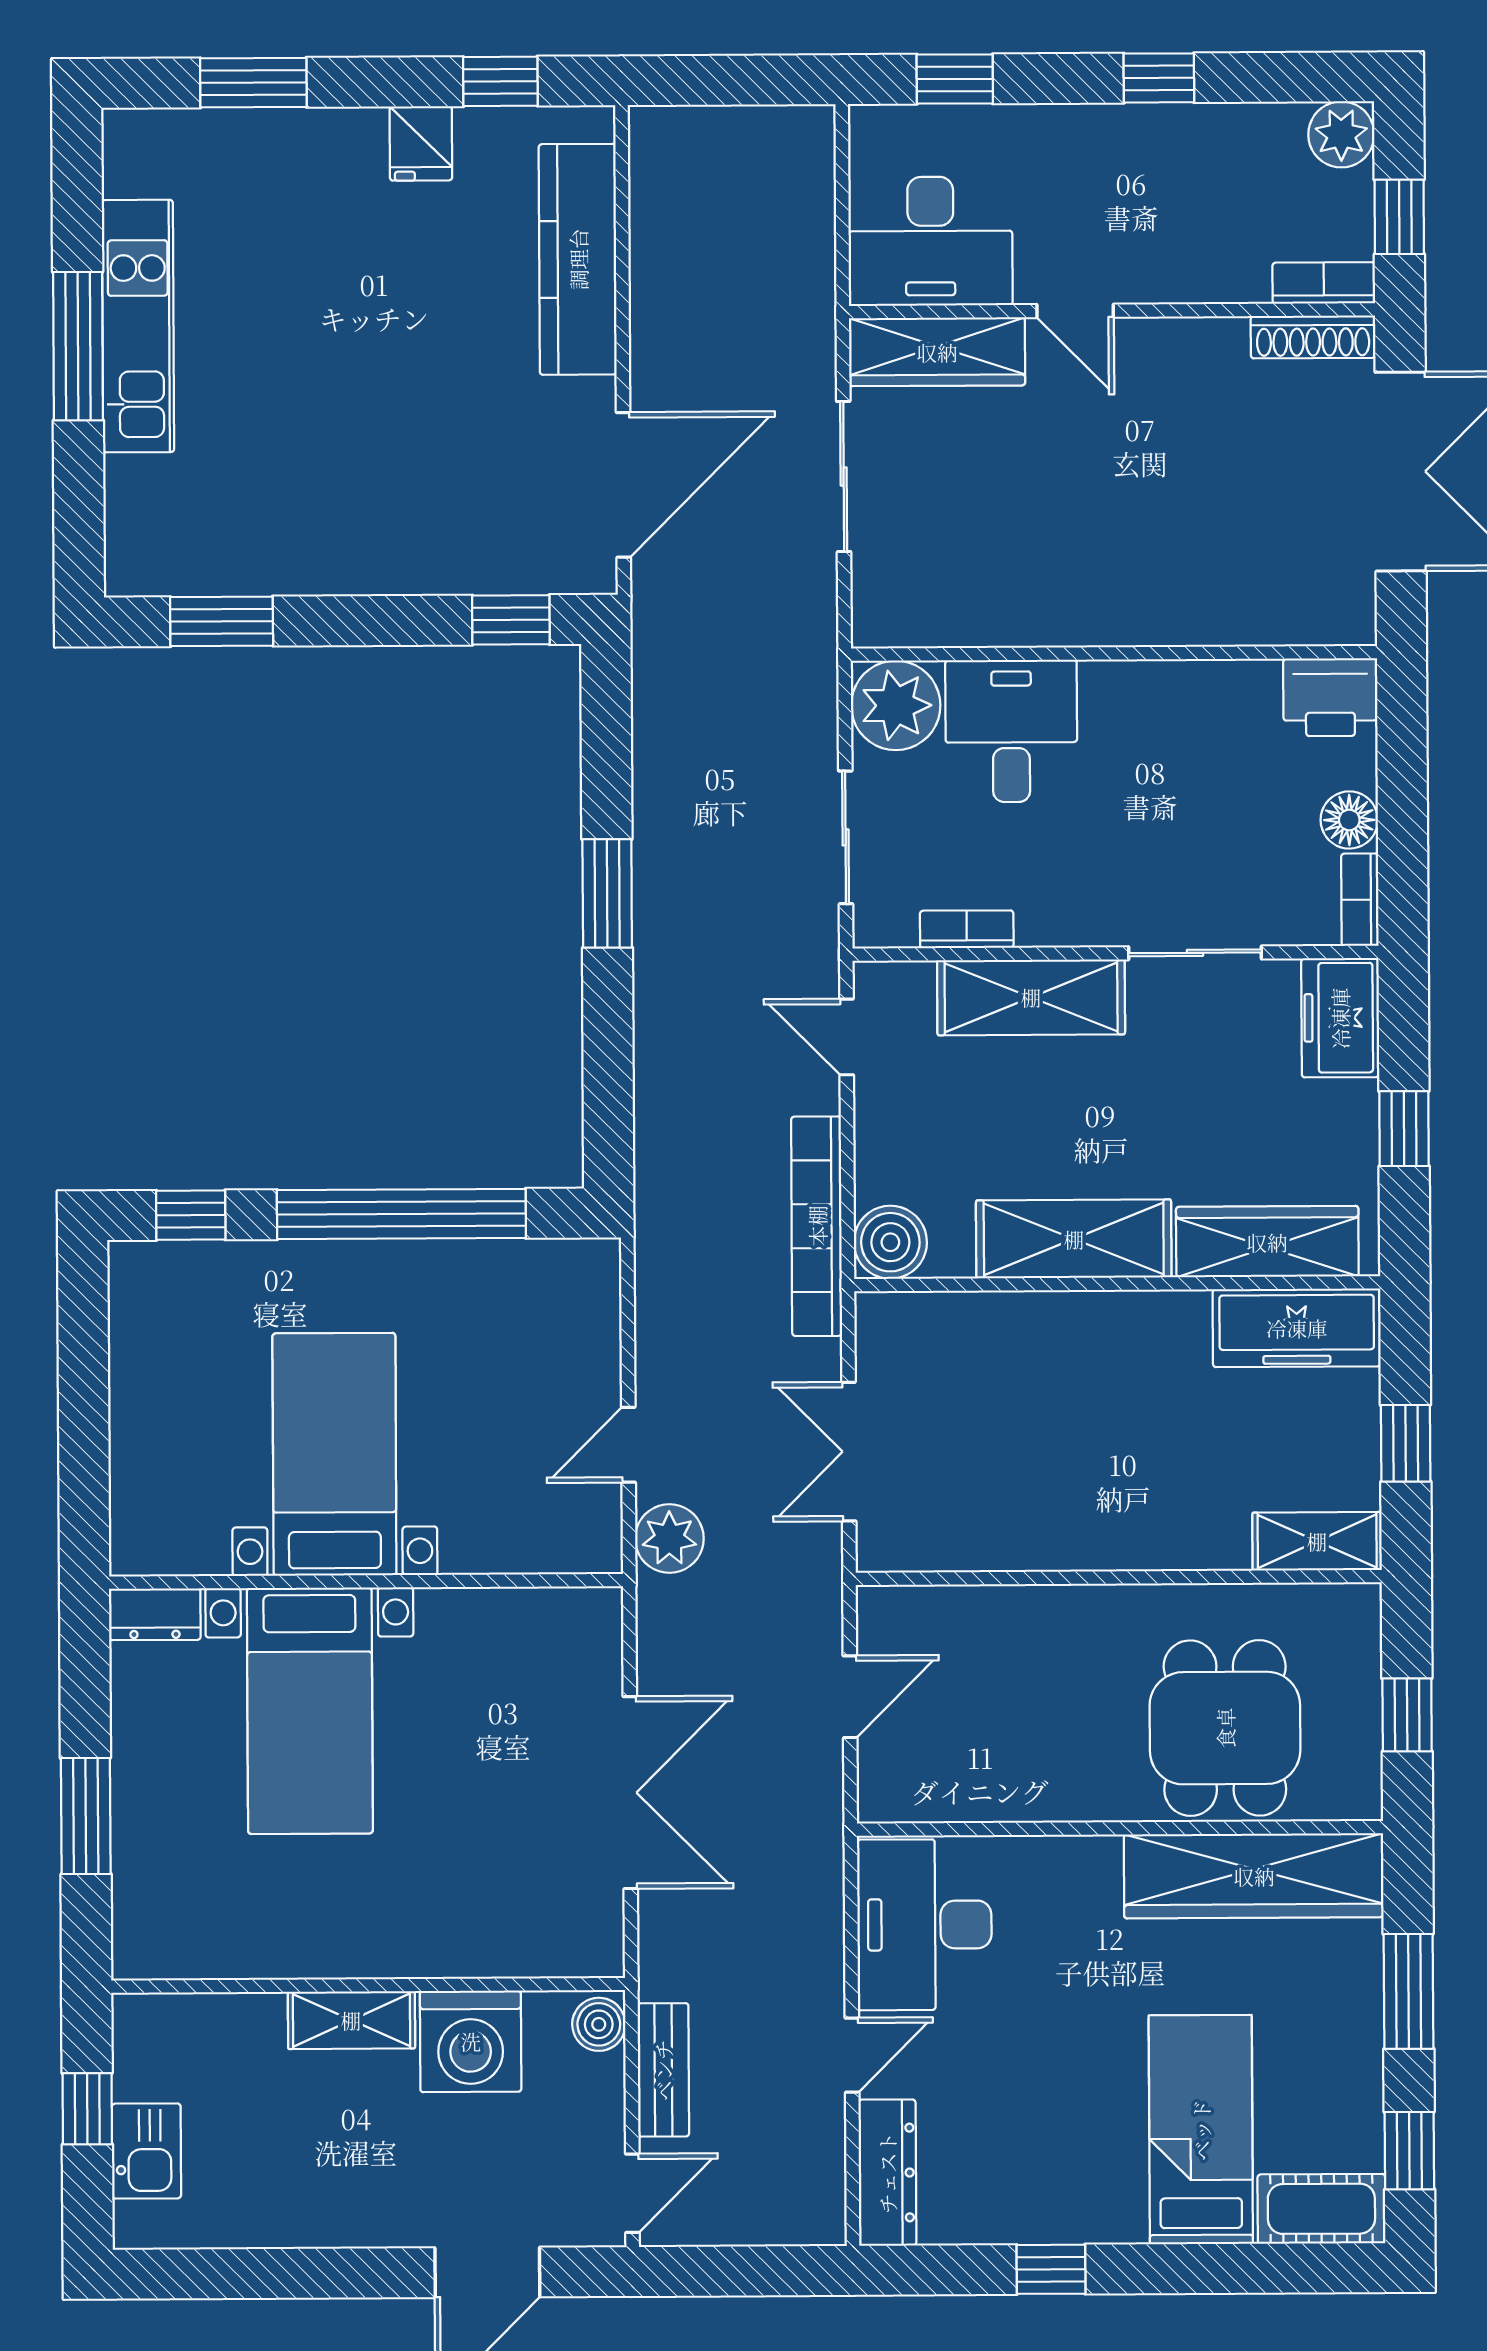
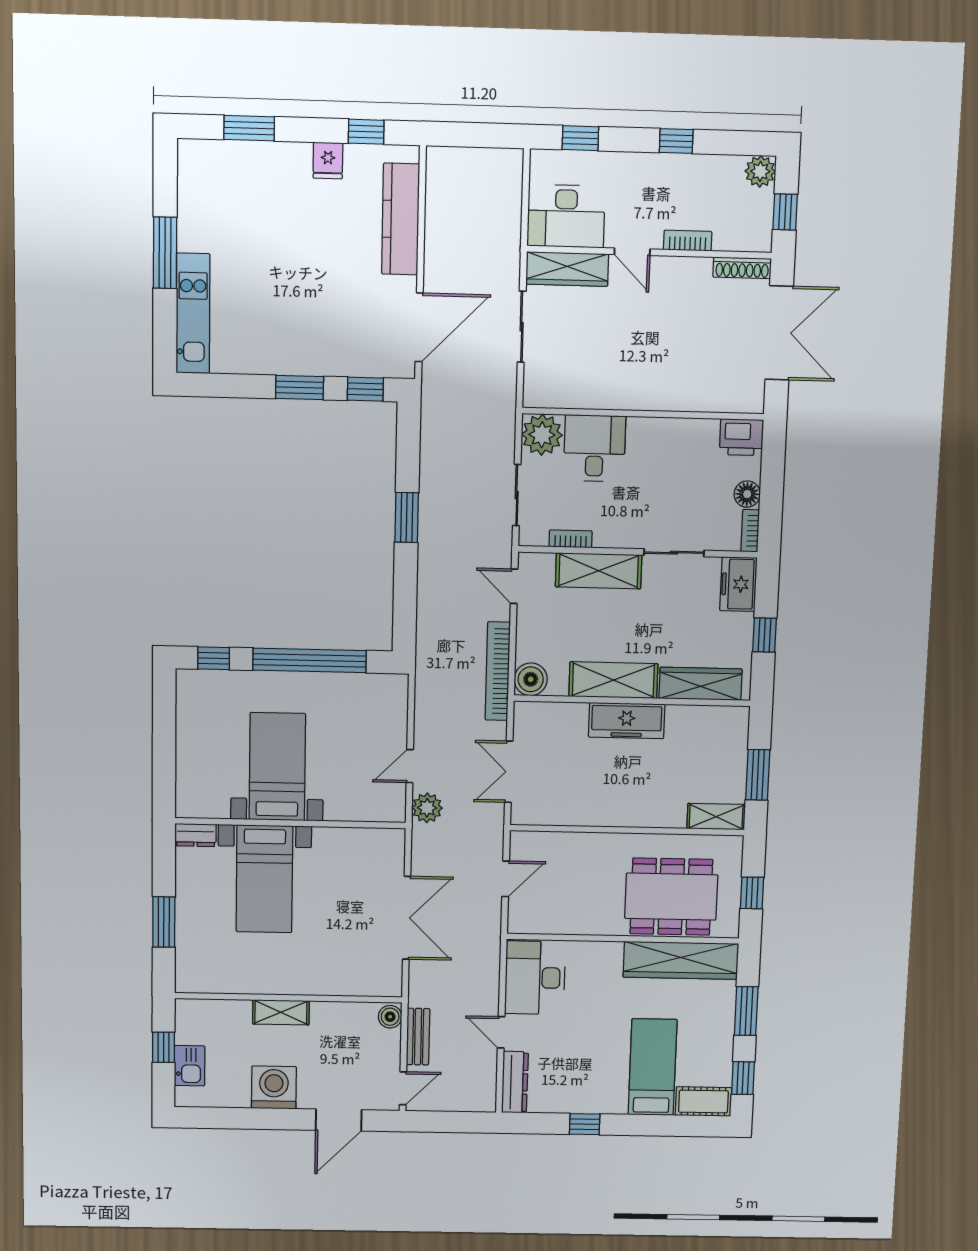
bookcase: (1324, 283) -> (688, 241), moved
kitchen unit: (138, 326) -> (193, 313), moved
window: (222, 621) -> (300, 387), moved
freezer: (1297, 1328) -> (627, 721), moved
window: (1406, 1443) -> (758, 775), width x1.50
dining table: (1225, 1728) -> (671, 897), width x1.38
washing machine: (471, 2041) -> (274, 1087), moved, turned 180
door: (852, 2055) -> (501, 1032), swing flipped

